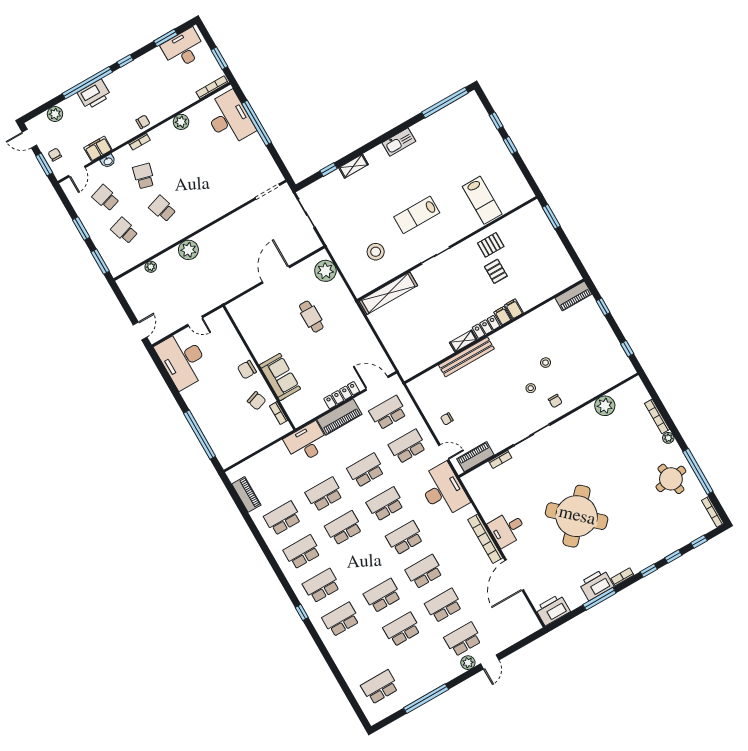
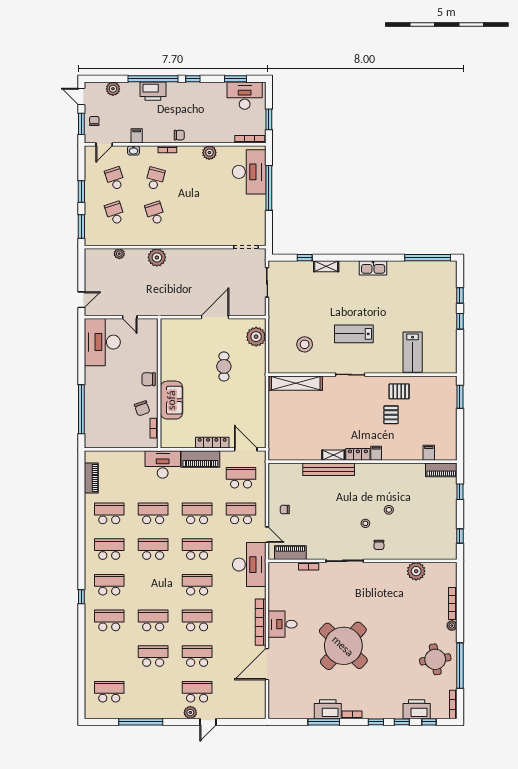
filing cabinet: (98, 149) -> (137, 136), width x0.50
filing cabinet: (514, 309) -> (429, 453), moved
printer: (553, 610) -> (417, 709), moved

